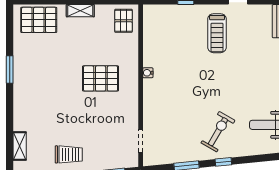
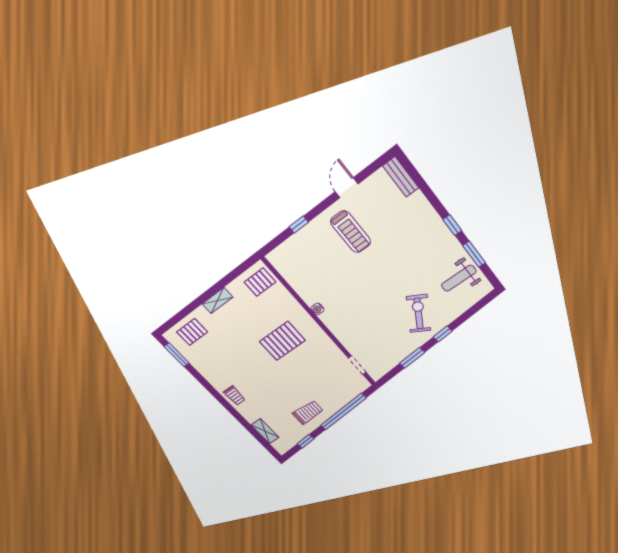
pallet: (39, 20) -> (192, 332), width x0.67, depth x0.71
pallet: (123, 21) -> (260, 282), turned 90
window: (10, 70) -> (177, 355), moved
trolley: (23, 96) -> (234, 396), added

